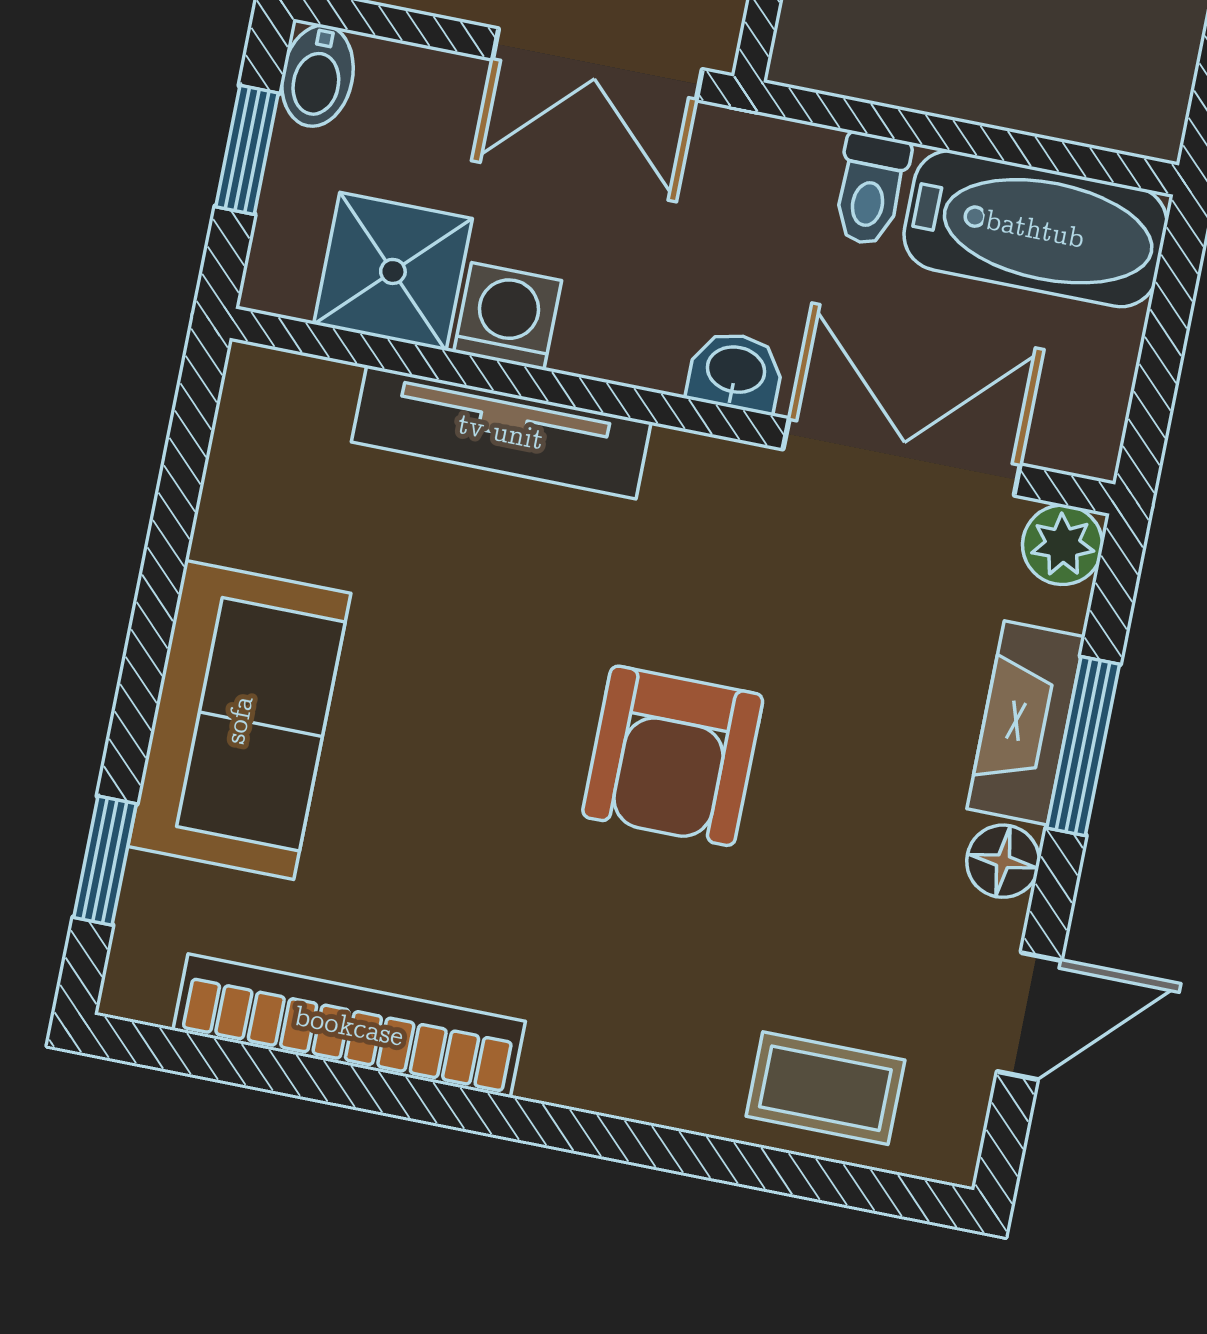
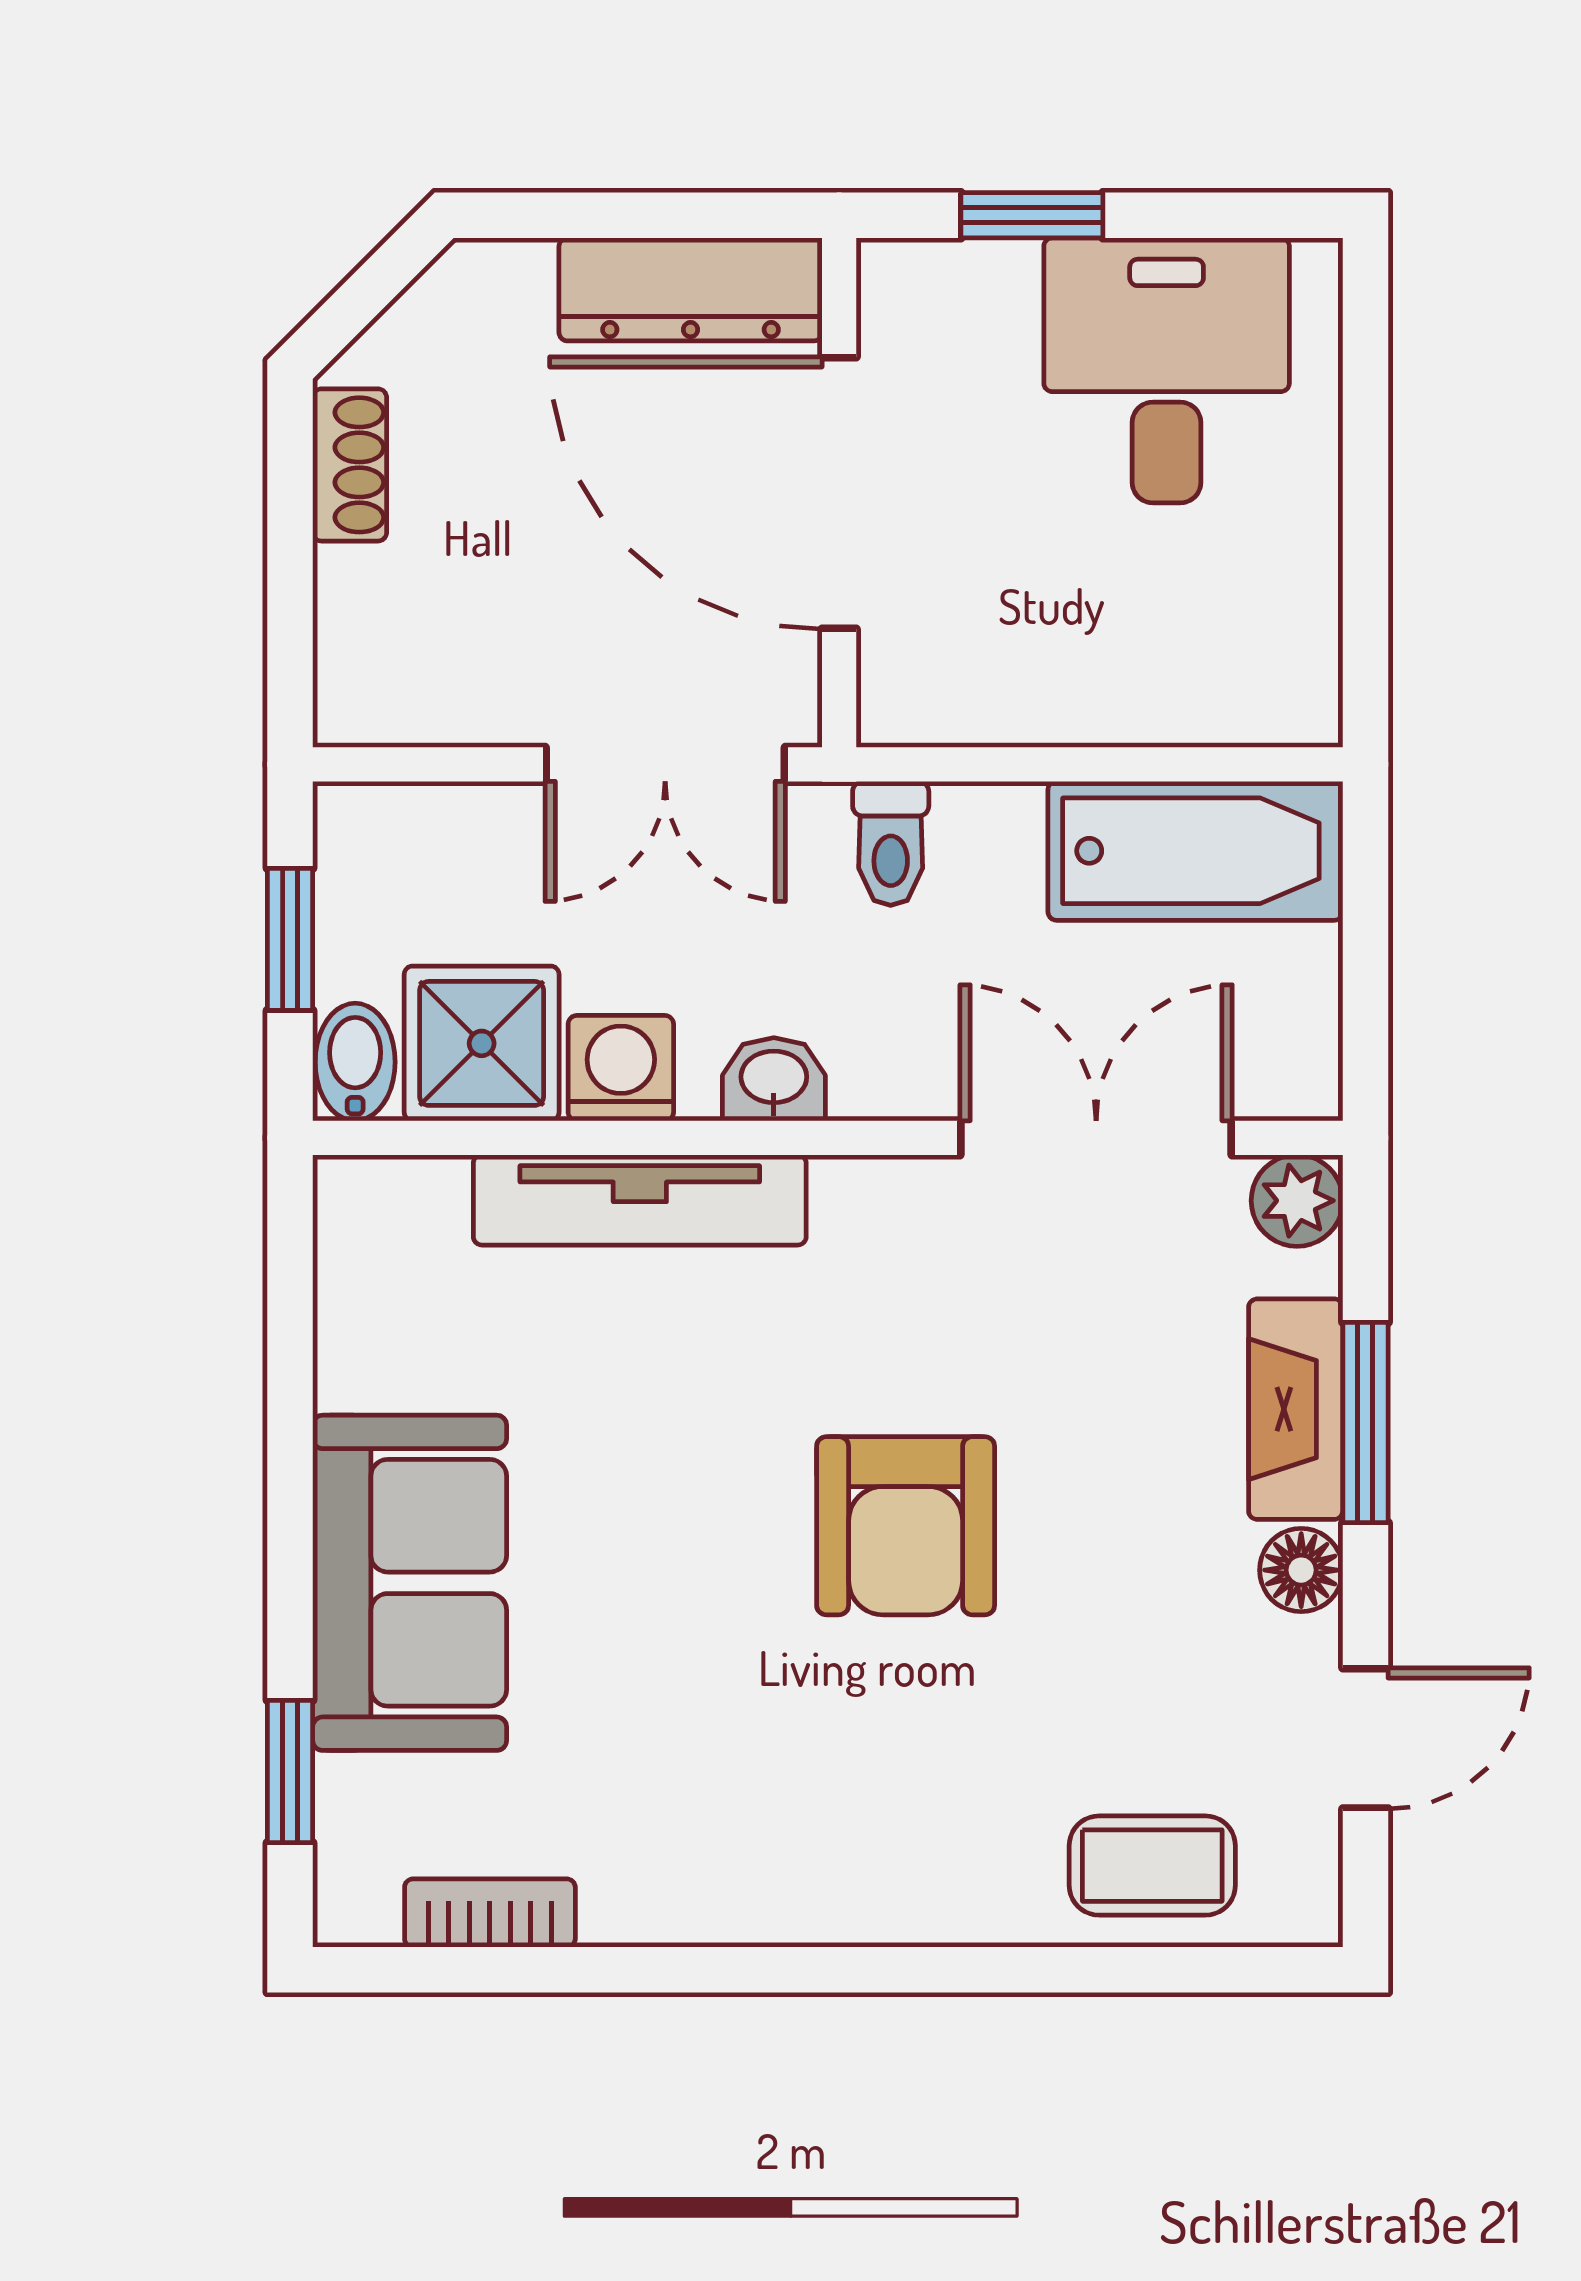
bidet: (317, 76) -> (355, 1062), moved, turned 180
toilet: (871, 189) -> (891, 843), moved
washbasin: (736, 372) -> (774, 1079), moved
bookcase: (349, 1026) -> (490, 1913), width x0.43, depth x0.76

